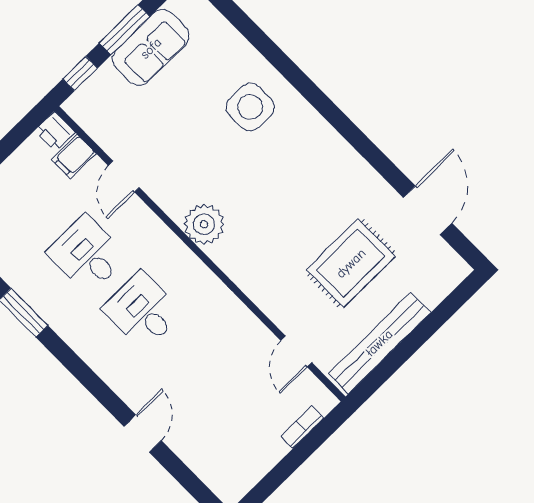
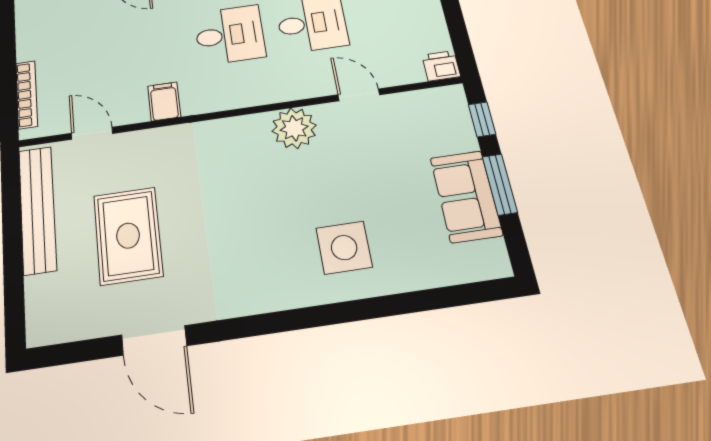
filing cabinet: (74, 156) -> (164, 101), moved
door: (428, 210) -> (154, 340), moved
plant: (204, 224) -> (294, 128), moved
bookcase: (302, 427) -> (27, 95), width x1.56

